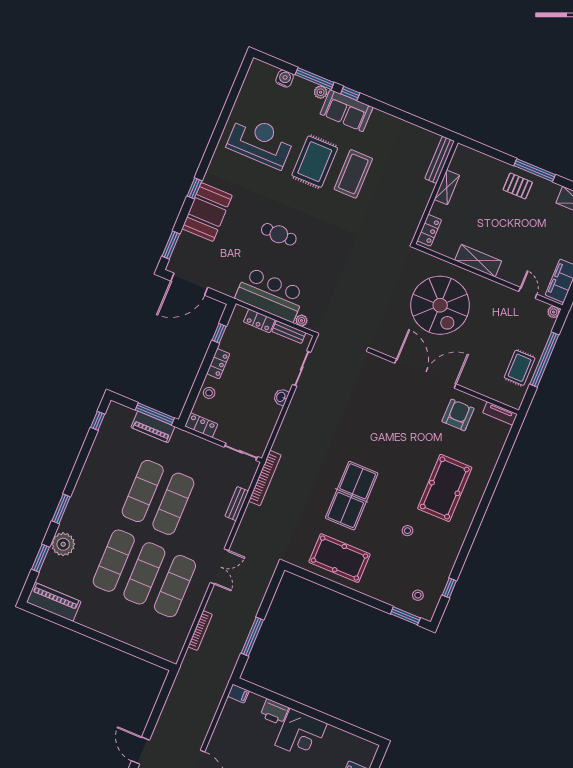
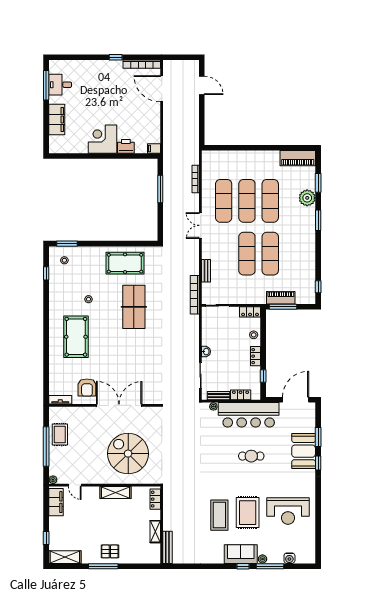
window: (171, 245) -> (318, 437), moved
bar counter: (270, 295) -> (249, 415), width x1.36
double door: (425, 374) -> (119, 405), swing flipped

